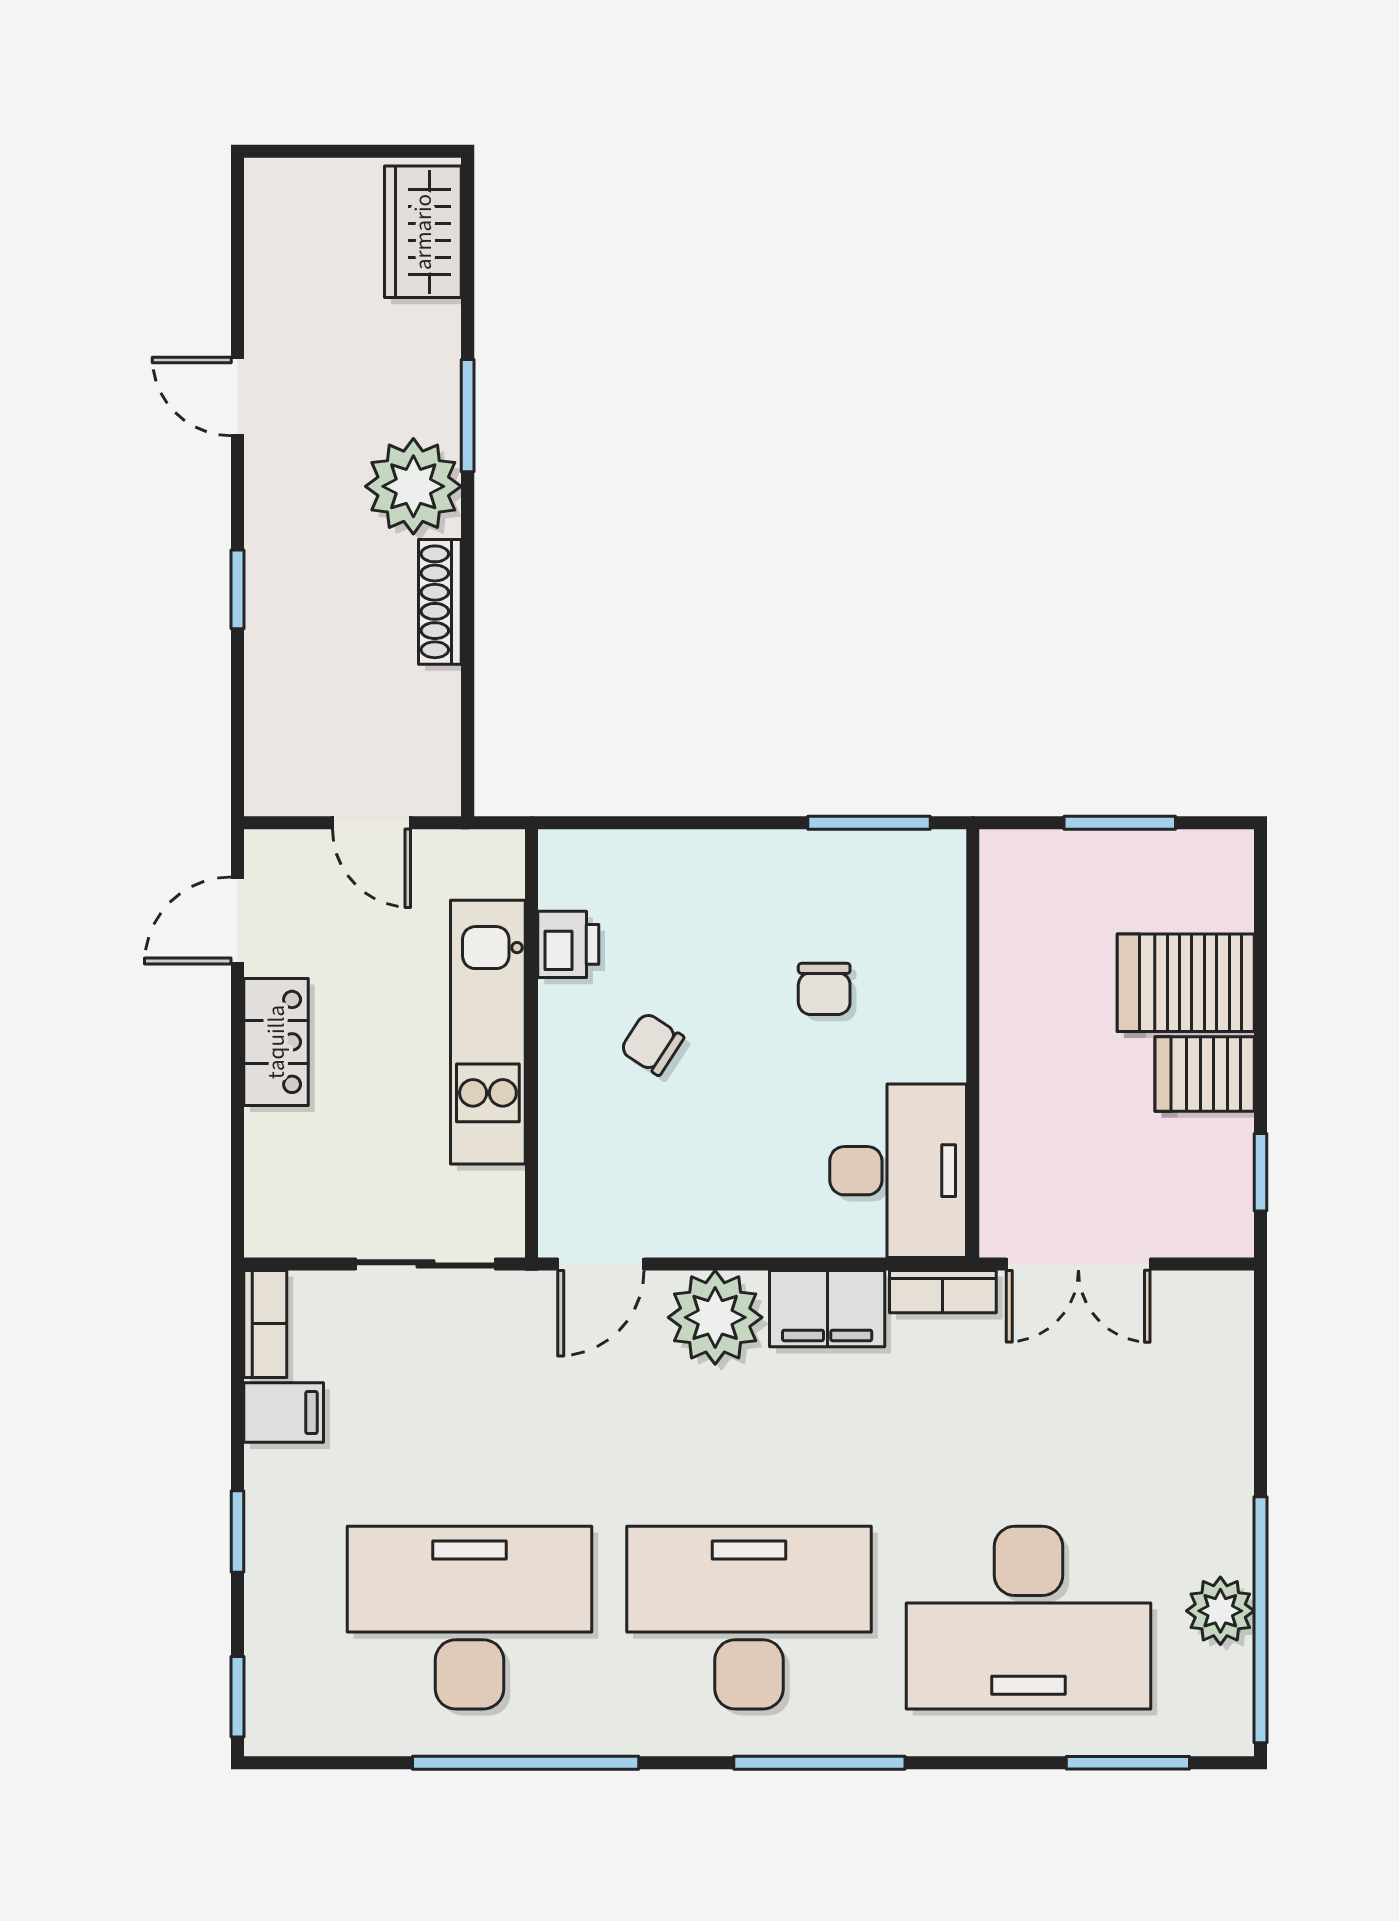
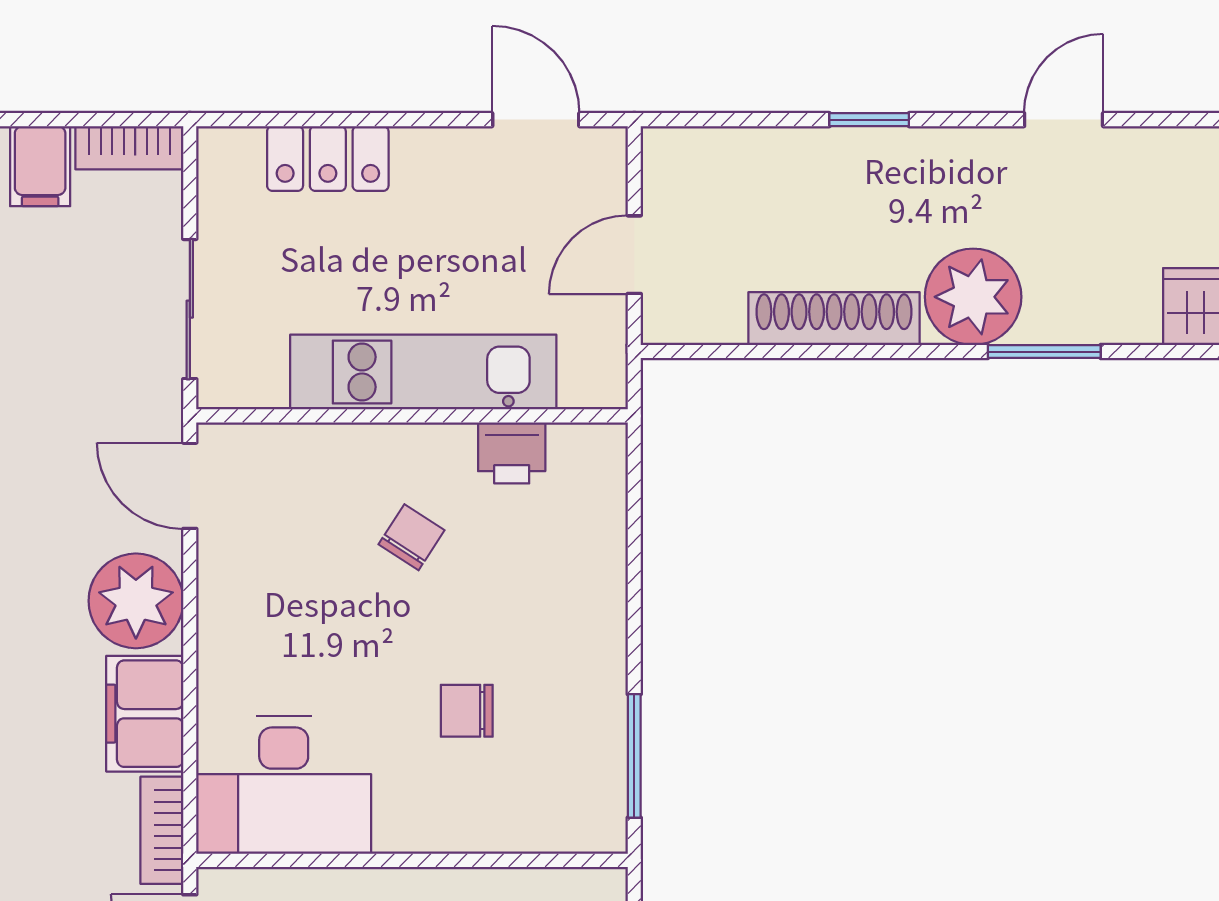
shoe rack: (440, 602) -> (834, 319), width x1.36, depth x1.24
locker: (276, 1042) -> (328, 158), moved

